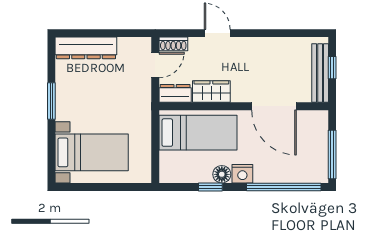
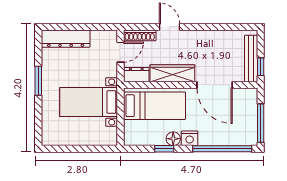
shoe rack: (173, 44) -> (140, 35), width x1.43
window: (332, 68) -> (261, 67), moved
wardrobe: (211, 92) -> (172, 73), width x1.50
bed with nightstands: (92, 152) -> (89, 102), moved, turned 180

